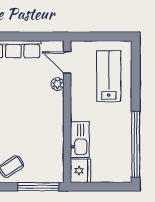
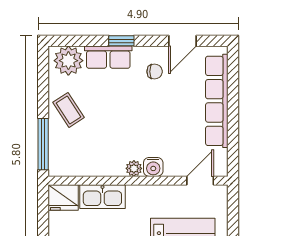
plant: (57, 84) -> (134, 168), moved
water cooler: (56, 100) -> (153, 167), added

